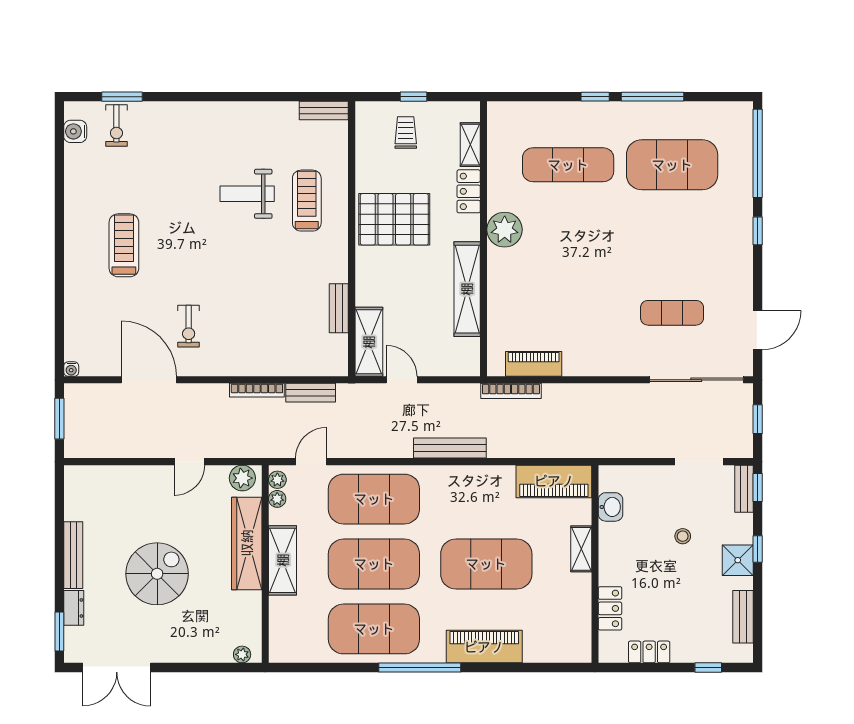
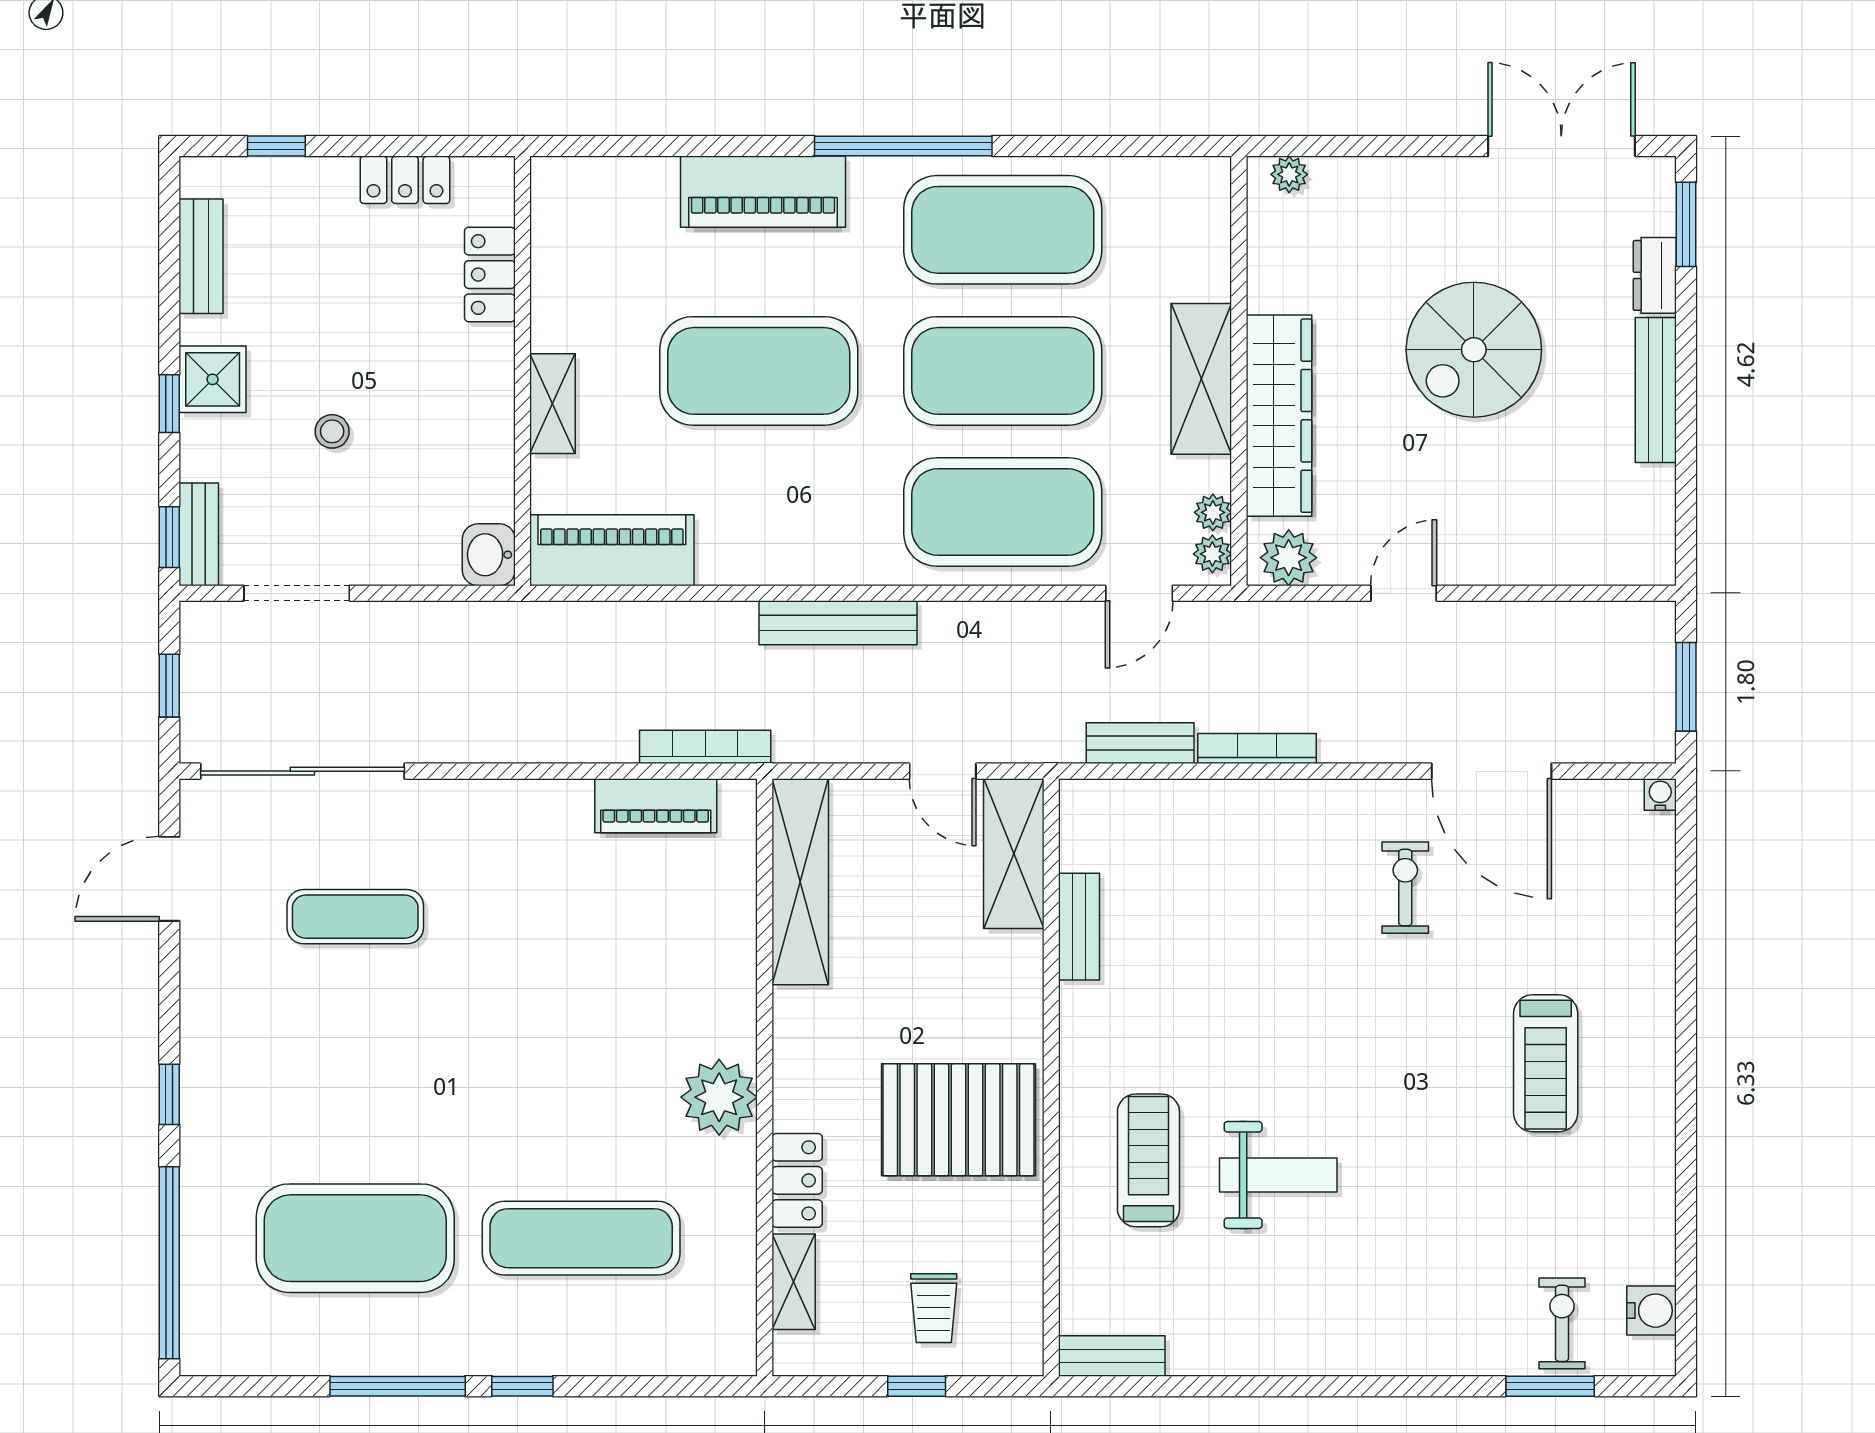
treadmill: (307, 201) -> (1148, 1160), turned 180
shelving: (467, 289) -> (800, 882), moved
washbasin: (611, 507) -> (489, 555), moved

